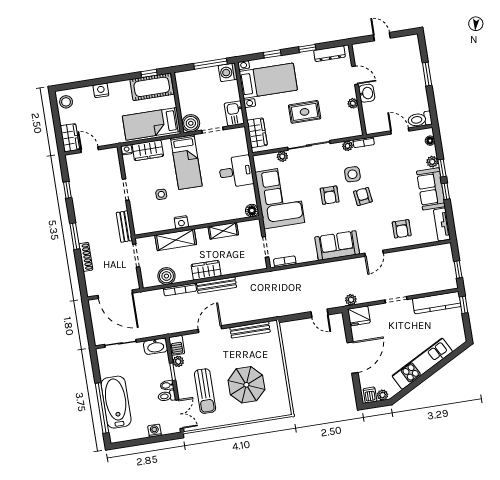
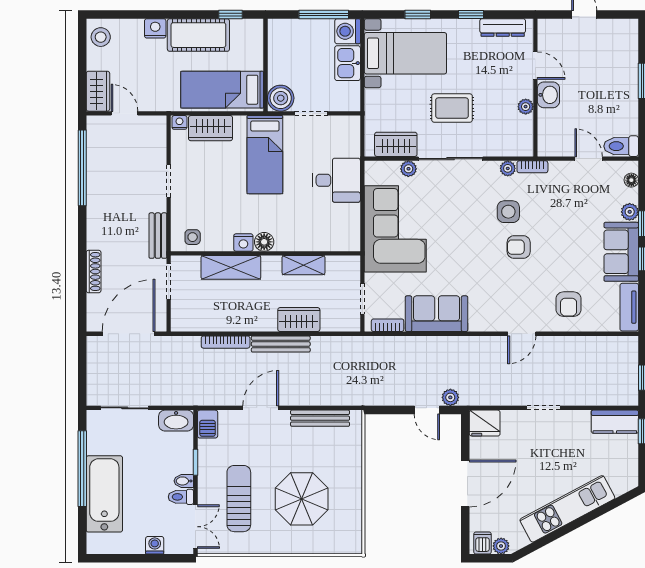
cot: (152, 87) -> (198, 35), moved
kitchen sink: (234, 113) -> (348, 63), moved
wardrobe: (257, 133) -> (396, 144), moved, turned -90
window: (67, 190) -> (82, 168), width x3.17
side table: (161, 194) -> (193, 237), moved
armchair: (330, 195) -> (470, 237), removed
armchair: (363, 196) -> (519, 247), turned -83
floor lamp: (252, 211) -> (264, 242), moved
window: (75, 236) -> (82, 238), removed
sofa: (337, 245) -> (437, 314), moved
wardrobe: (206, 270) -> (299, 320), moved
boiler: (166, 276) -> (209, 319), removed
door: (115, 294) -> (129, 334), swing flipped
plant: (351, 300) -> (450, 397), moved
kitchen counter: (437, 303) -> (615, 422), width x0.67
plant: (178, 361) -> (206, 448), removed
sun lounger: (205, 391) -> (239, 499), turned 180
window: (102, 408) -> (82, 469), moved

